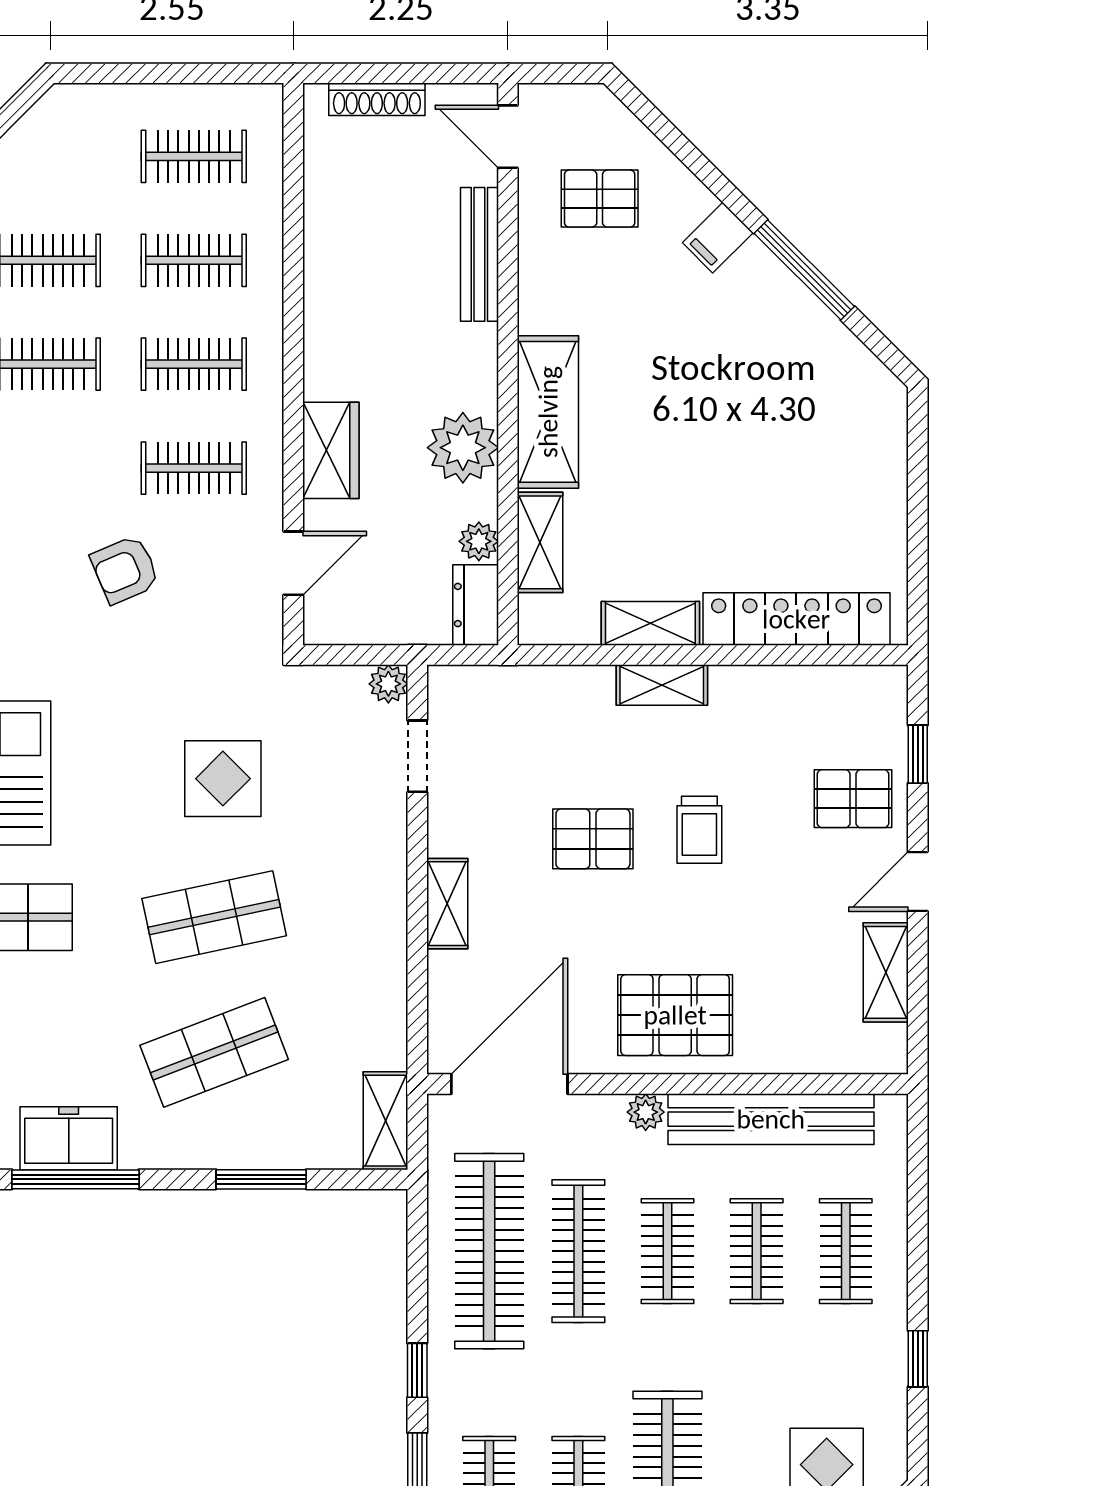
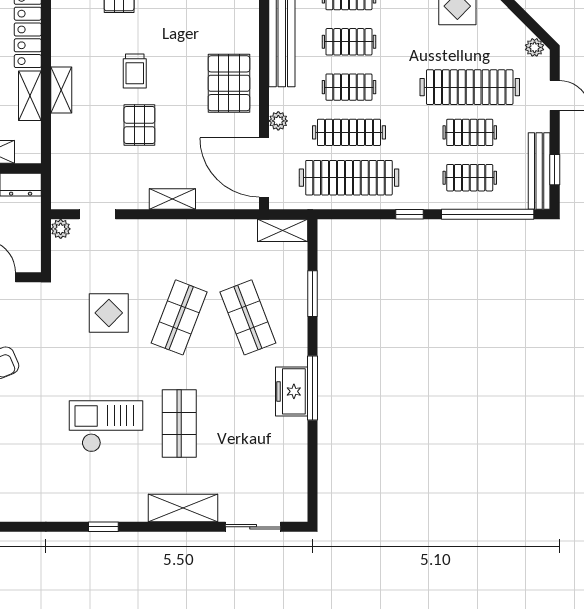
trolley: (699, 830) -> (135, 71), turned 90
shop shelf: (214, 917) -> (179, 317), turned 33
plant: (646, 1112) -> (278, 121), moved

